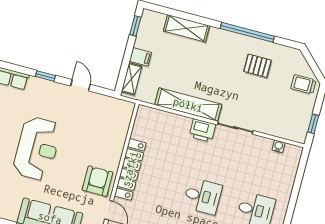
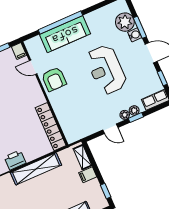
plant: (41, 85) -> (134, 110), added
plant: (55, 88) -> (125, 115), added
locker: (130, 169) -> (51, 127), moved

